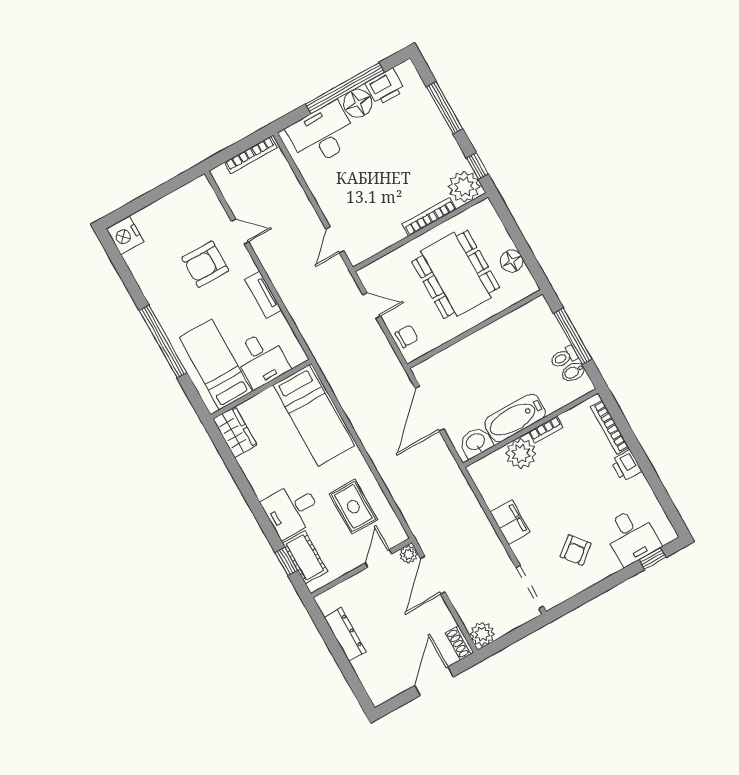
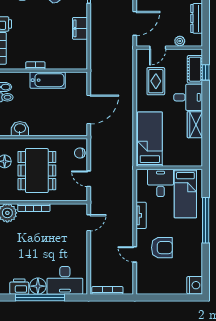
wardrobe: (235, 432) -> (195, 125), moved
washbasin: (476, 442) -> (20, 129), moved, turned 180
plant: (521, 454) -> (55, 60), removed
plant: (408, 554) -> (180, 41), moved

